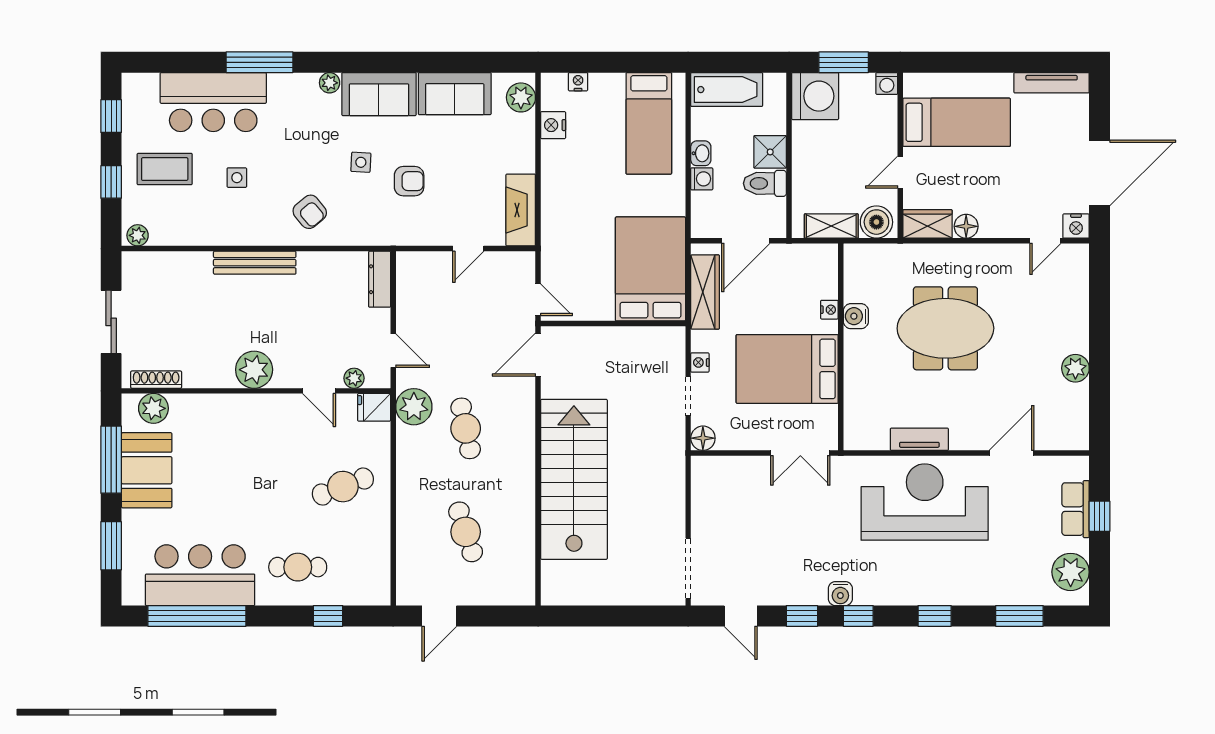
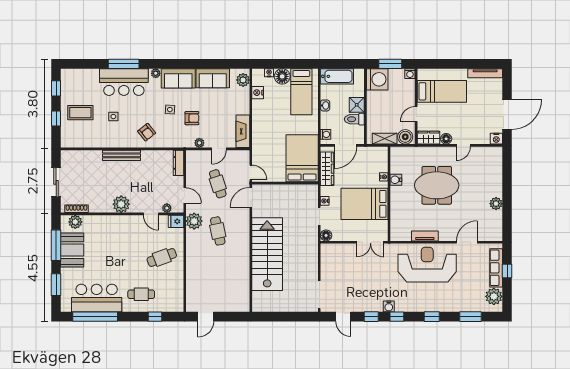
floor lamp: (607, 90) -> (282, 76), added
bar counter: (213, 102) -> (124, 82), moved
washing machine: (702, 179) -> (326, 134), moved
plant: (138, 235) -> (199, 143), moved
door: (1045, 241) -> (463, 145), moved
row of seats: (1076, 509) -> (496, 268), width x1.48
cafe table: (466, 532) -> (218, 184), moved

